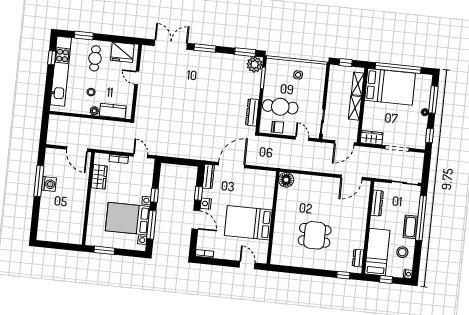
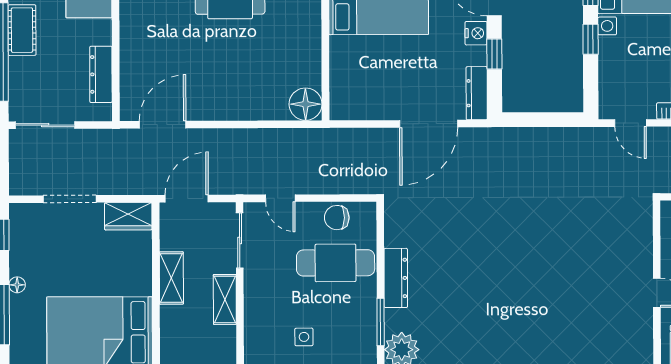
shelving: (358, 84) -> (225, 299), moved
dresser: (252, 112) -> (396, 278), moved

